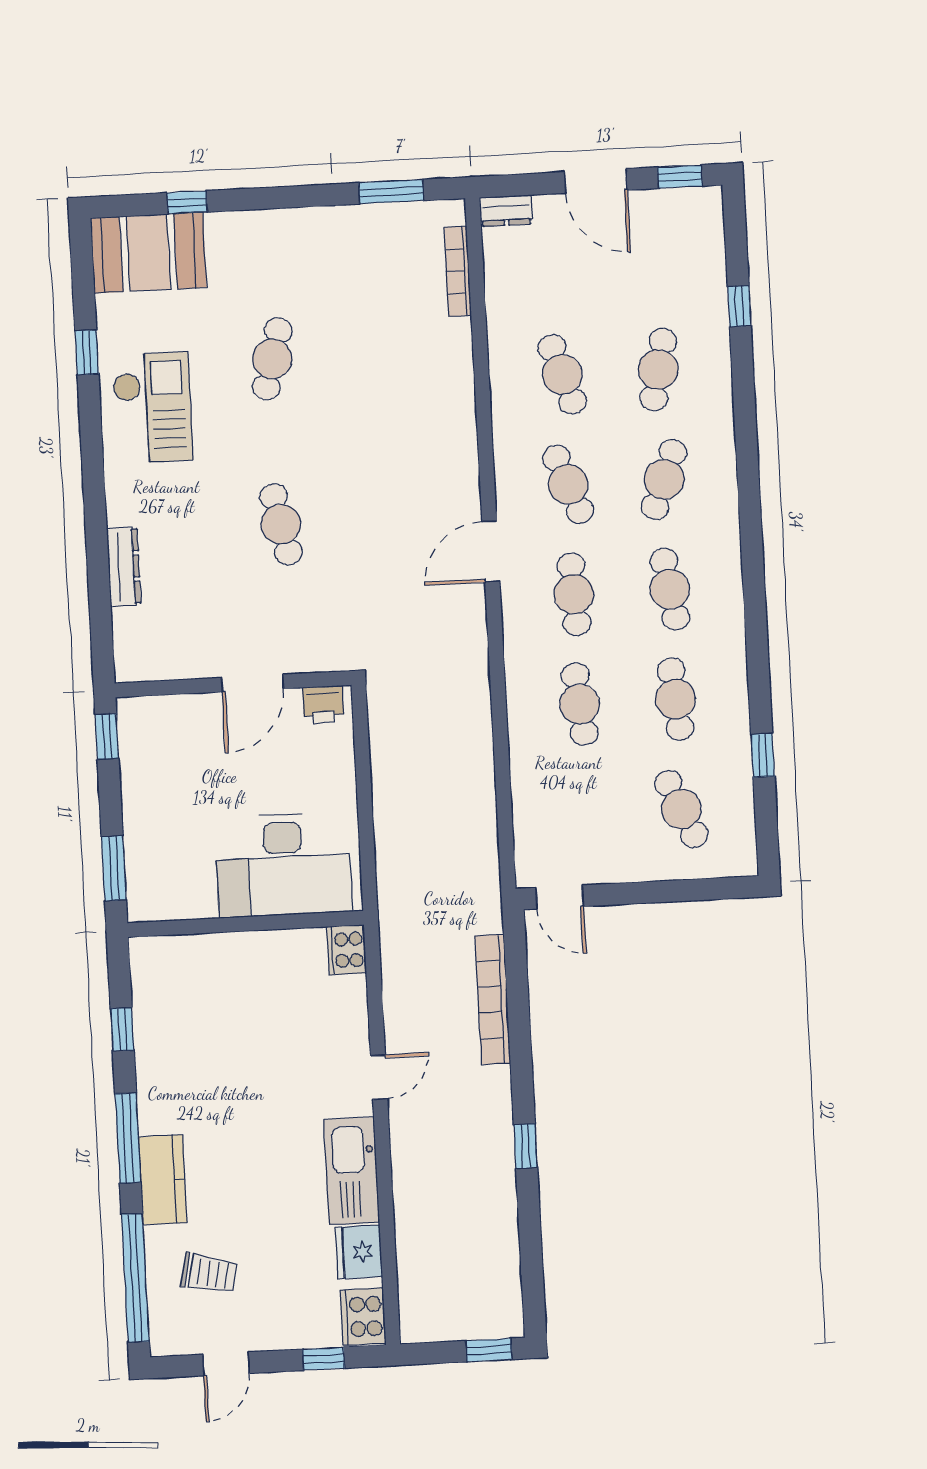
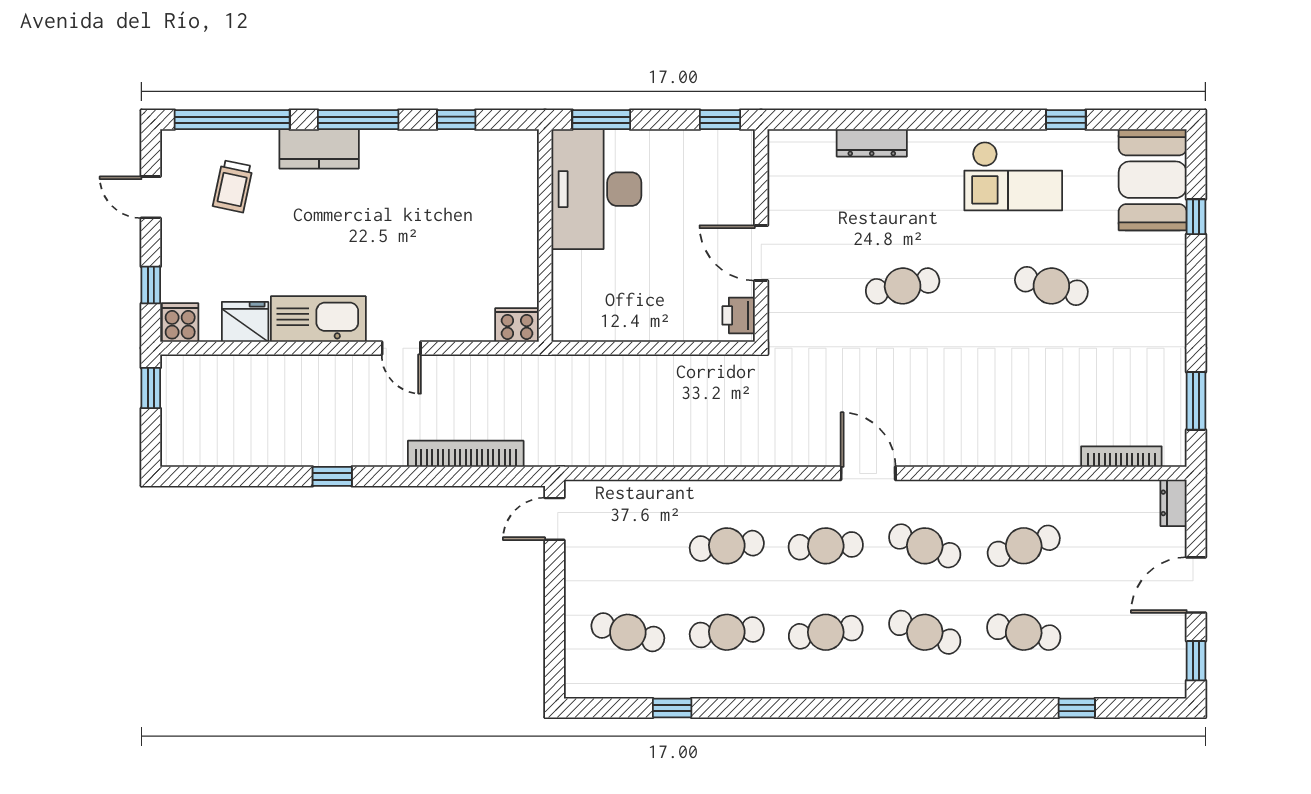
cafe table: (568, 484) -> (925, 546), turned 42
cafe table: (681, 809) -> (628, 632), turned 39
desk: (284, 865) -> (596, 189), moved
cooker: (363, 1317) -> (180, 322), width x0.73
window: (489, 1350) -> (151, 388), moved

